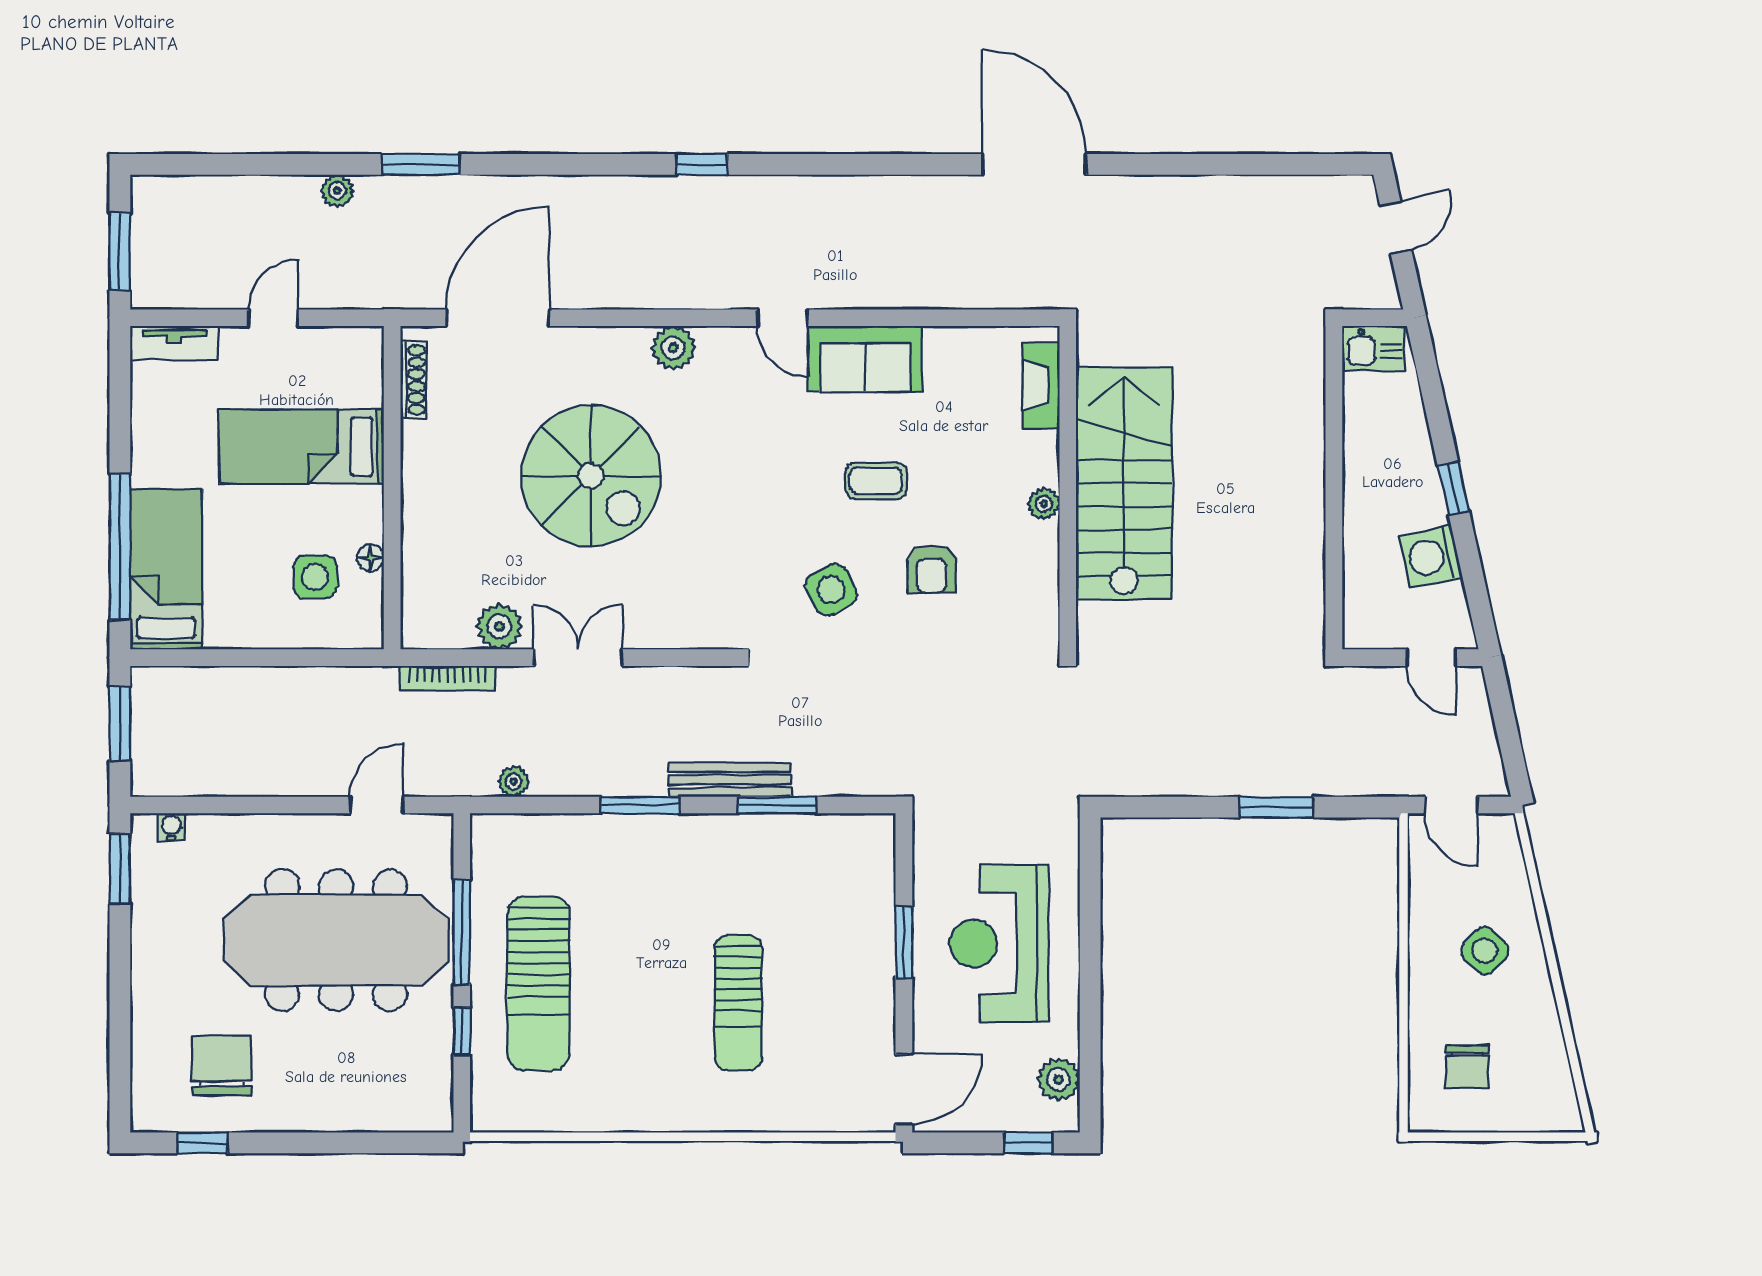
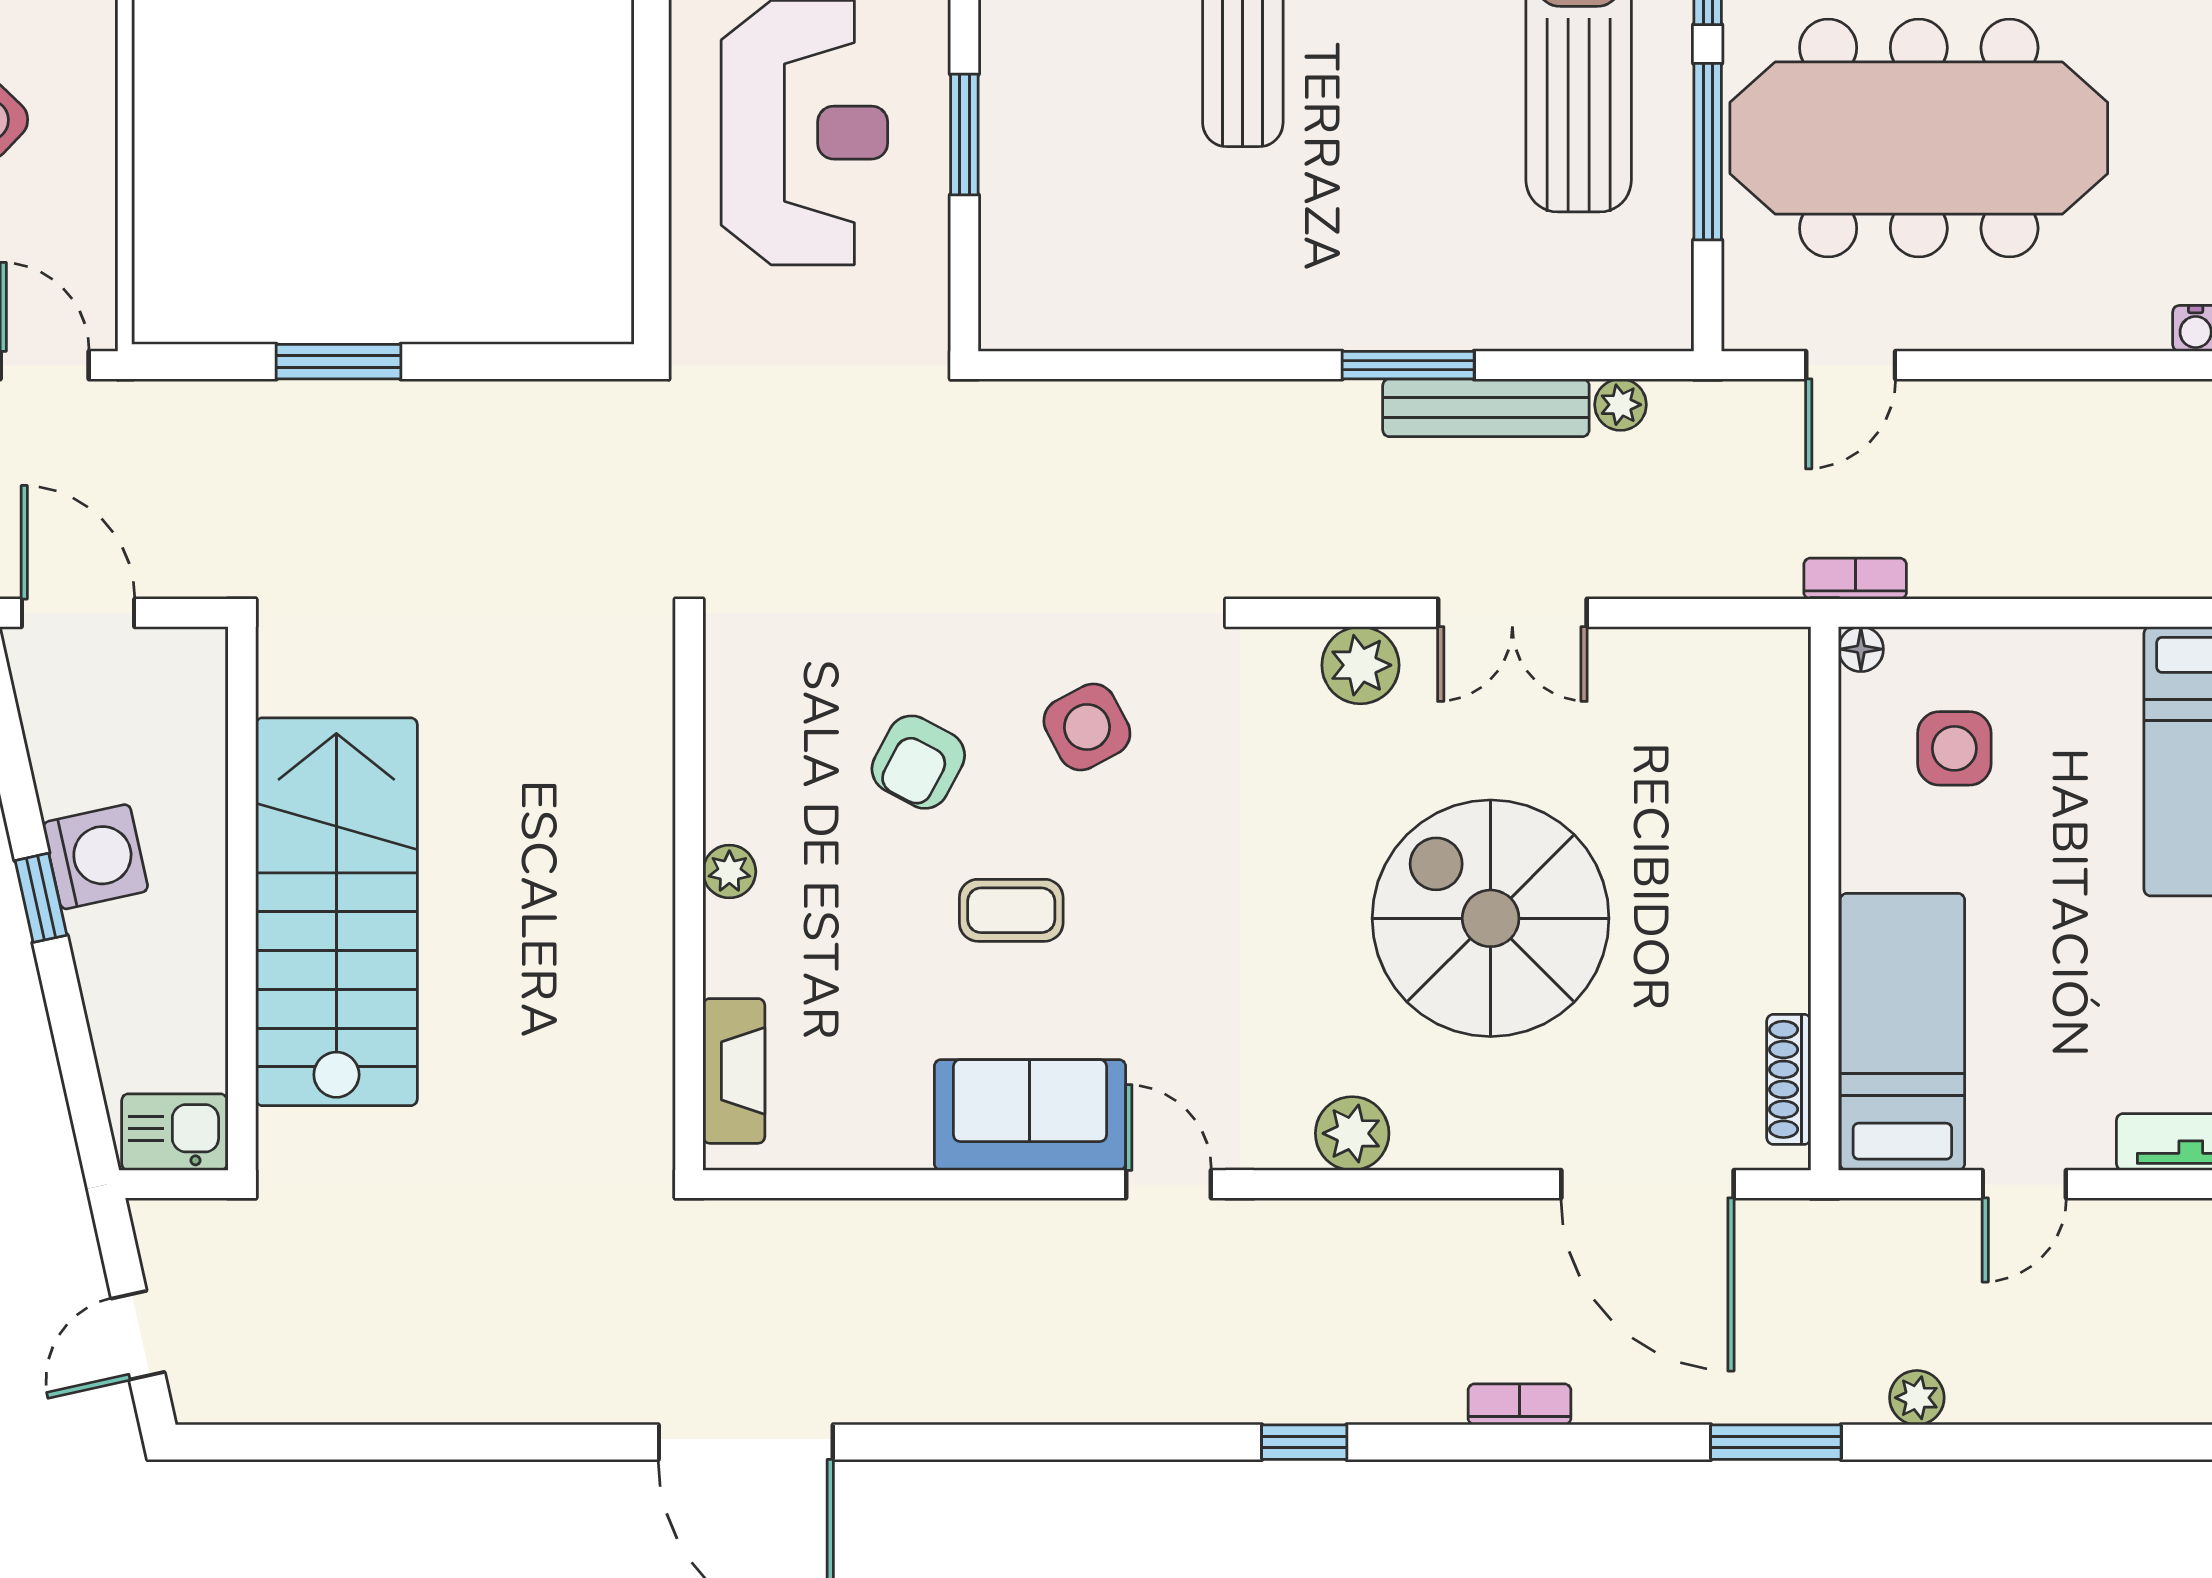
bookcase: (574, 187) -> (1519, 1404), added
door: (498, 318) -> (1647, 1184), hinge flipped
bed: (302, 447) -> (1902, 1032), moved, turned -90
stairs: (1124, 484) -> (336, 912), moved, turned 180
washing machine: (1431, 557) -> (95, 857), moved
floor lamp: (371, 558) -> (1861, 649), moved
armchair: (931, 569) -> (918, 762), turned -152
plant: (499, 627) -> (1360, 665), moved
door: (1431, 658) -> (78, 613), width x1.38
bookcase: (448, 678) -> (1855, 579), moved, width x0.64
bench: (730, 780) -> (1486, 408), moved
window: (777, 805) -> (1177, 365), removed

